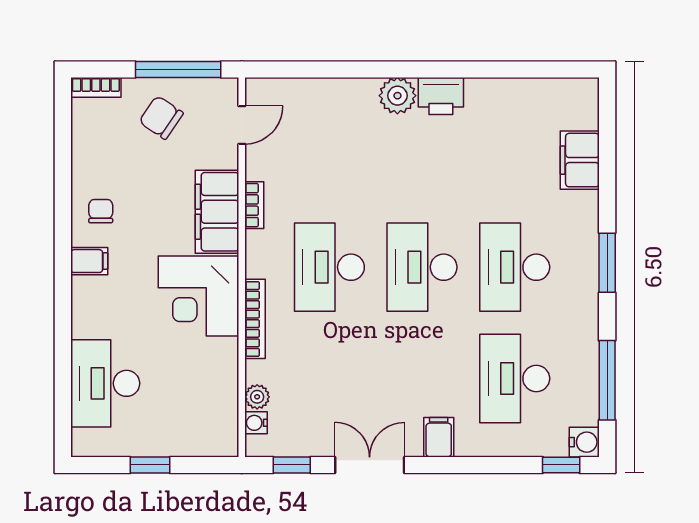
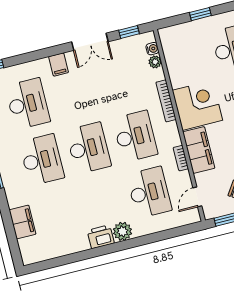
desk: (329, 156) -> (149, 192), added

